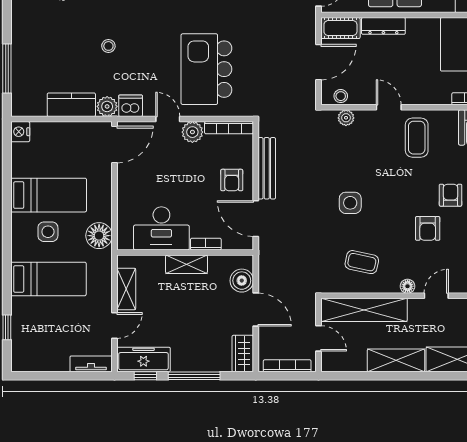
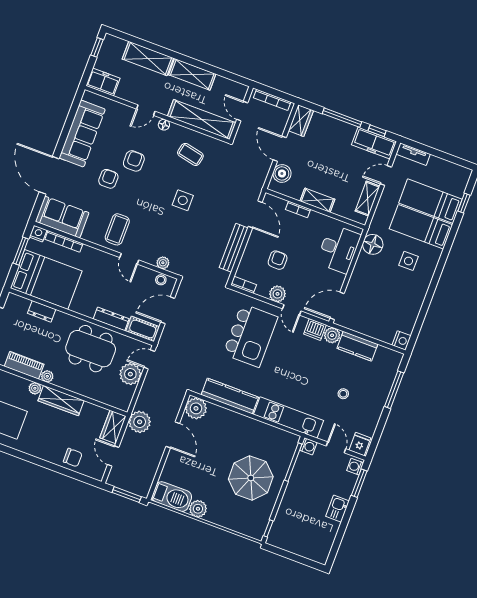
stool: (108, 46) -> (343, 394), moved
bookcase: (229, 128) -> (244, 285), width x0.64
armchair: (232, 180) -> (278, 260), moved
bed: (49, 195) -> (430, 201), moved
armchair: (451, 195) -> (108, 179), turned 180
desk: (161, 228) -> (339, 249), moved, turned 90

